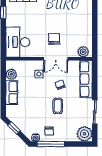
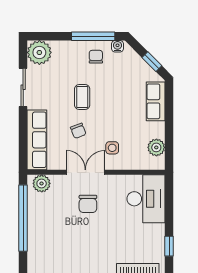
window: (95, 30) -> (23, 218), added
row of seats: (12, 93) -> (156, 101), moved

